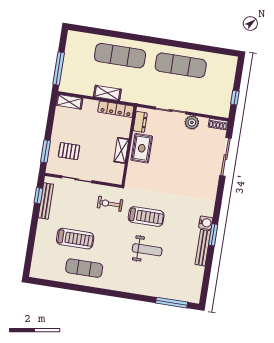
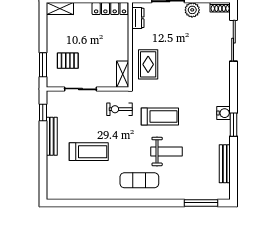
rug: (142, 148) -> (148, 64), moved
shelving: (121, 150) -> (123, 74), moved
bench: (46, 201) -> (52, 136), moved
bench: (203, 248) -> (225, 164), moved
exercise mat: (84, 268) -> (139, 180), moved

